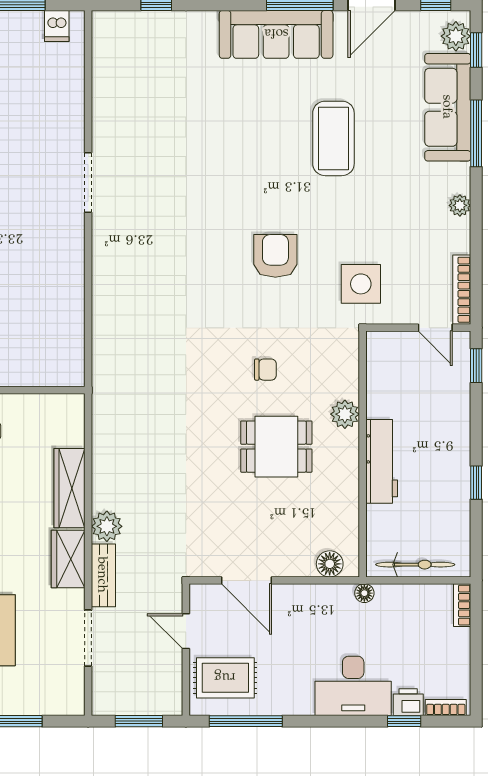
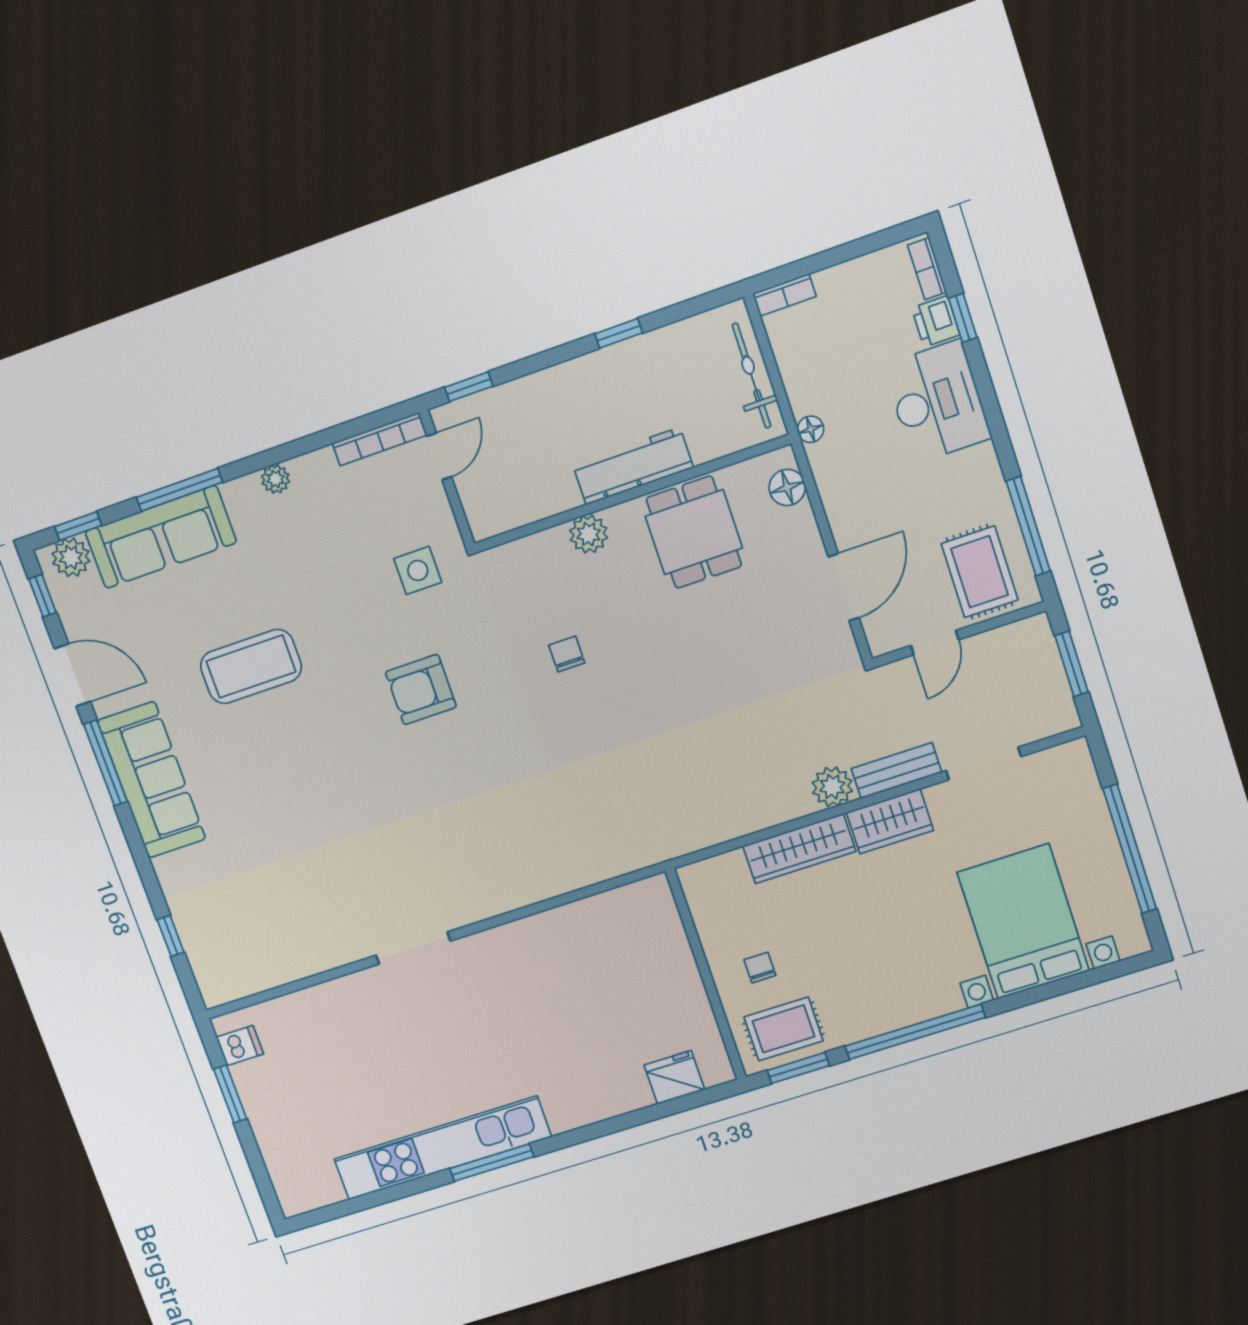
side table: (361, 284) -> (418, 570), width x0.73, depth x0.73
dining table: (276, 447) -> (694, 532), moved

